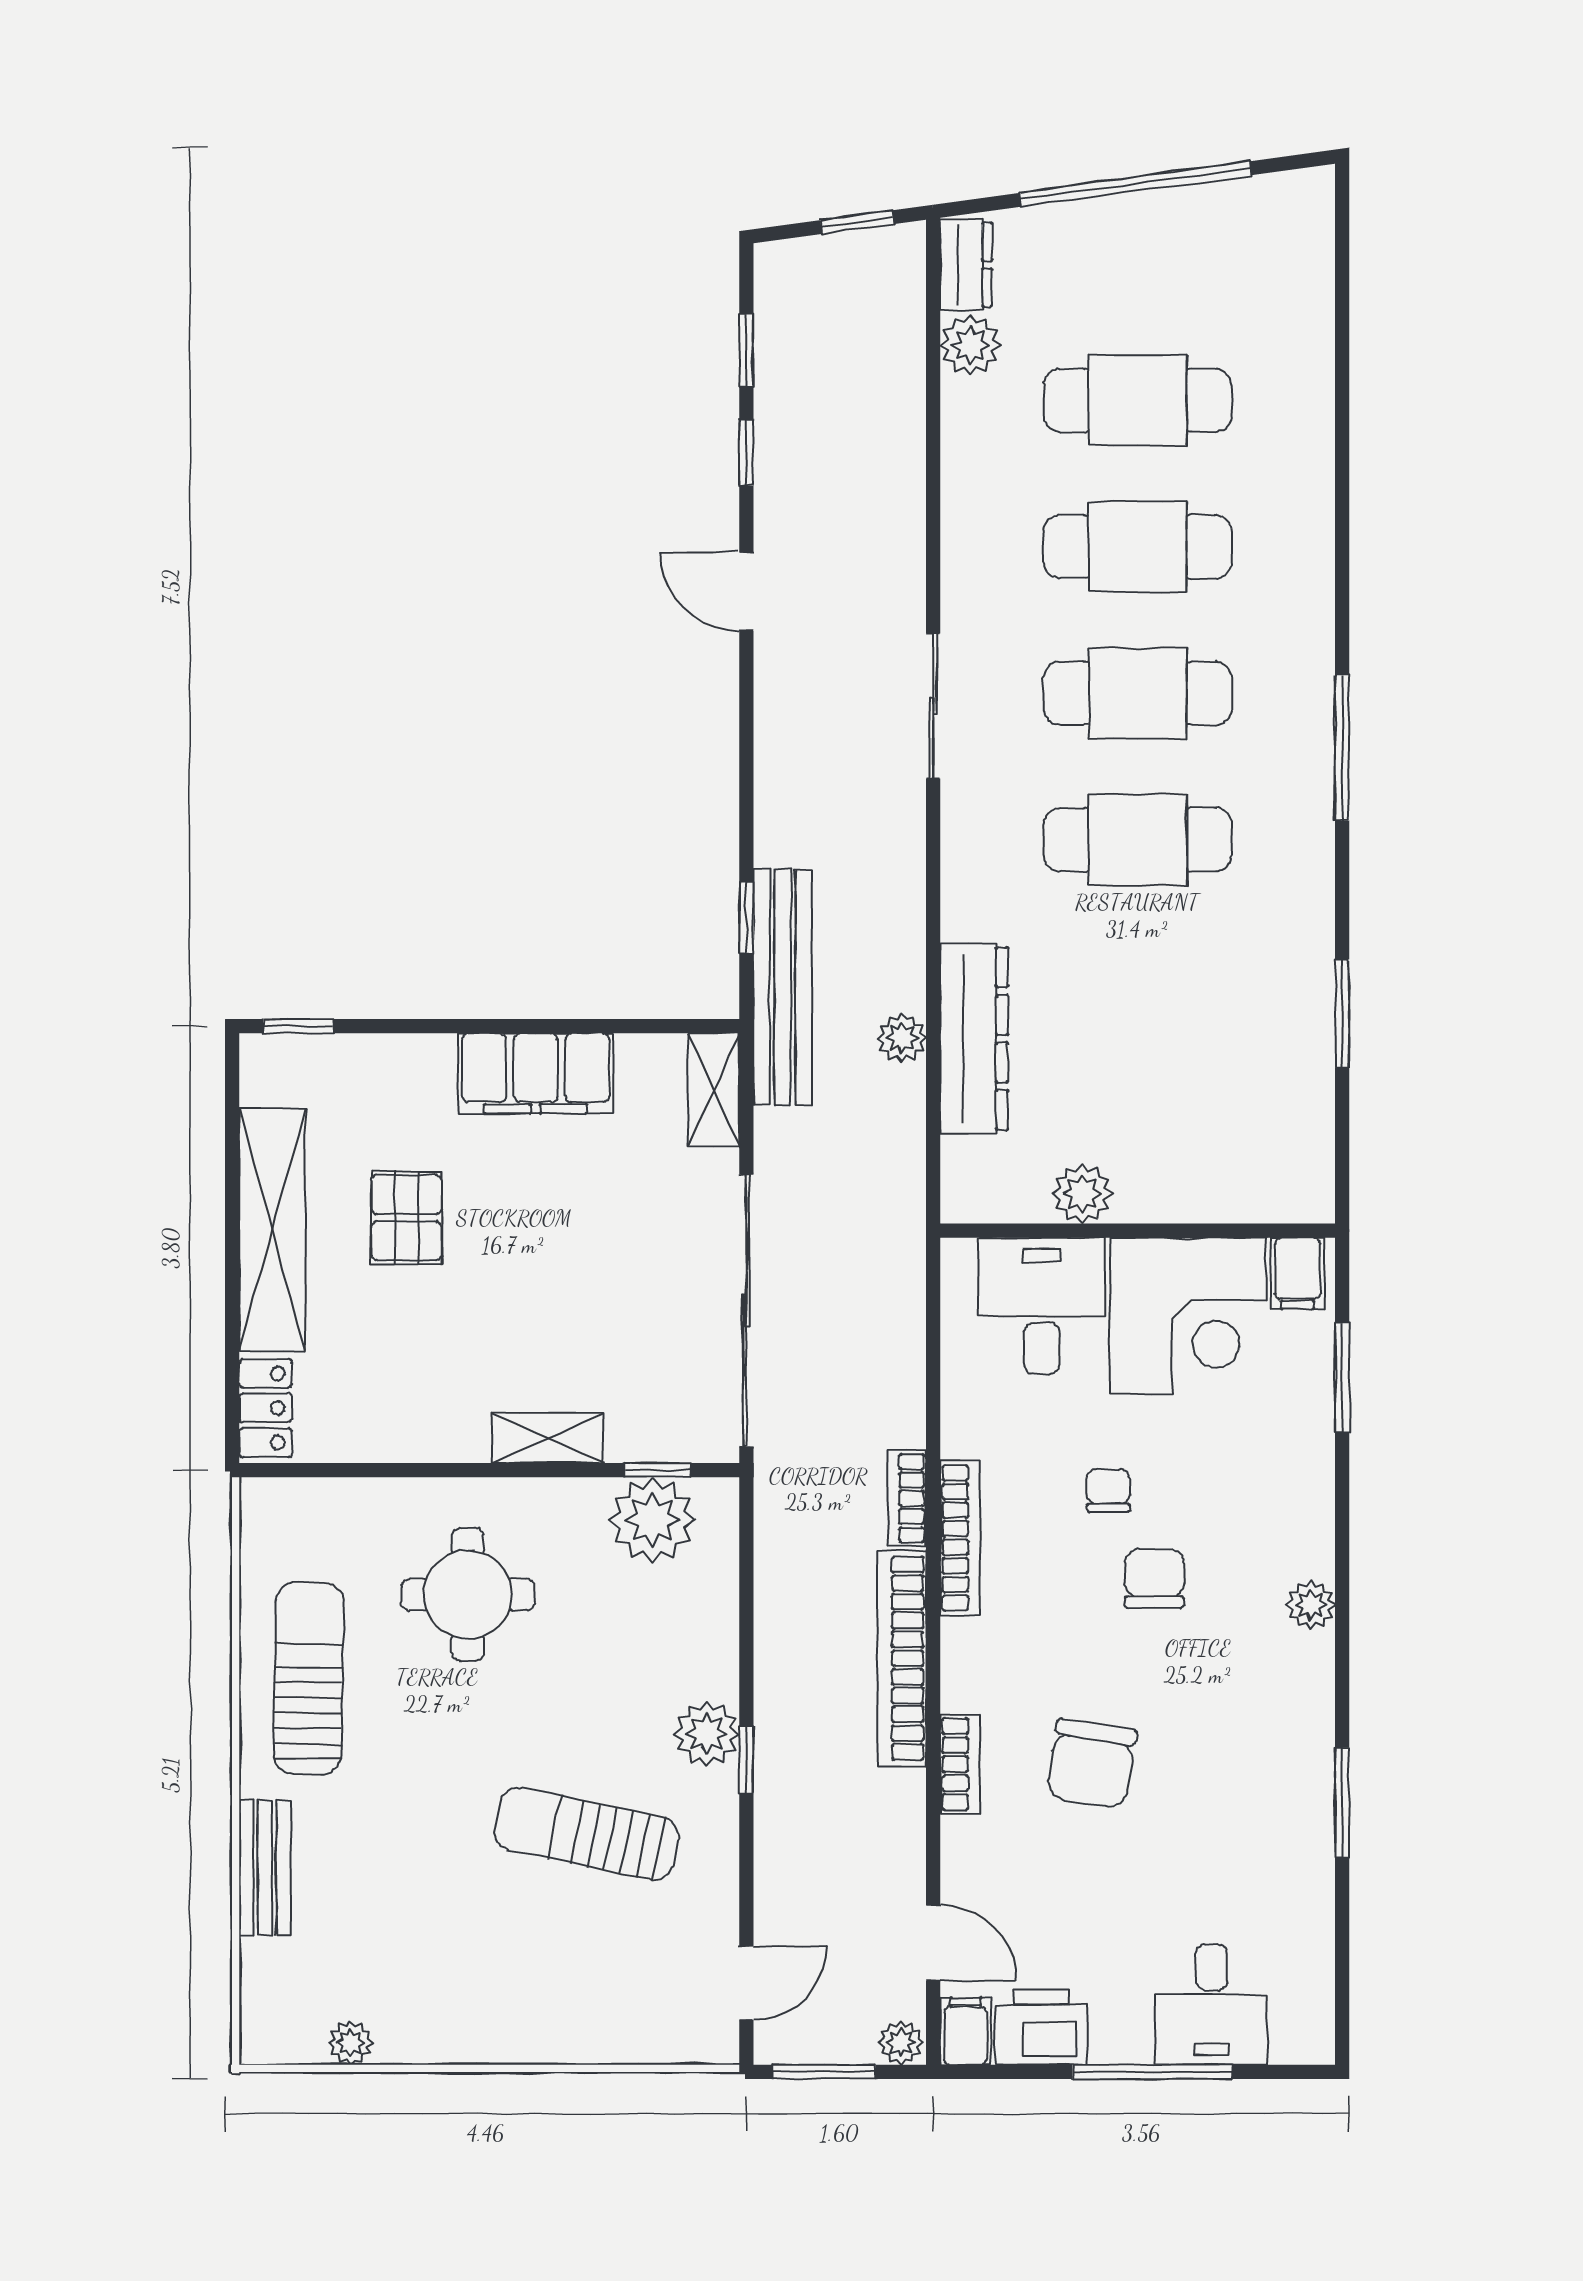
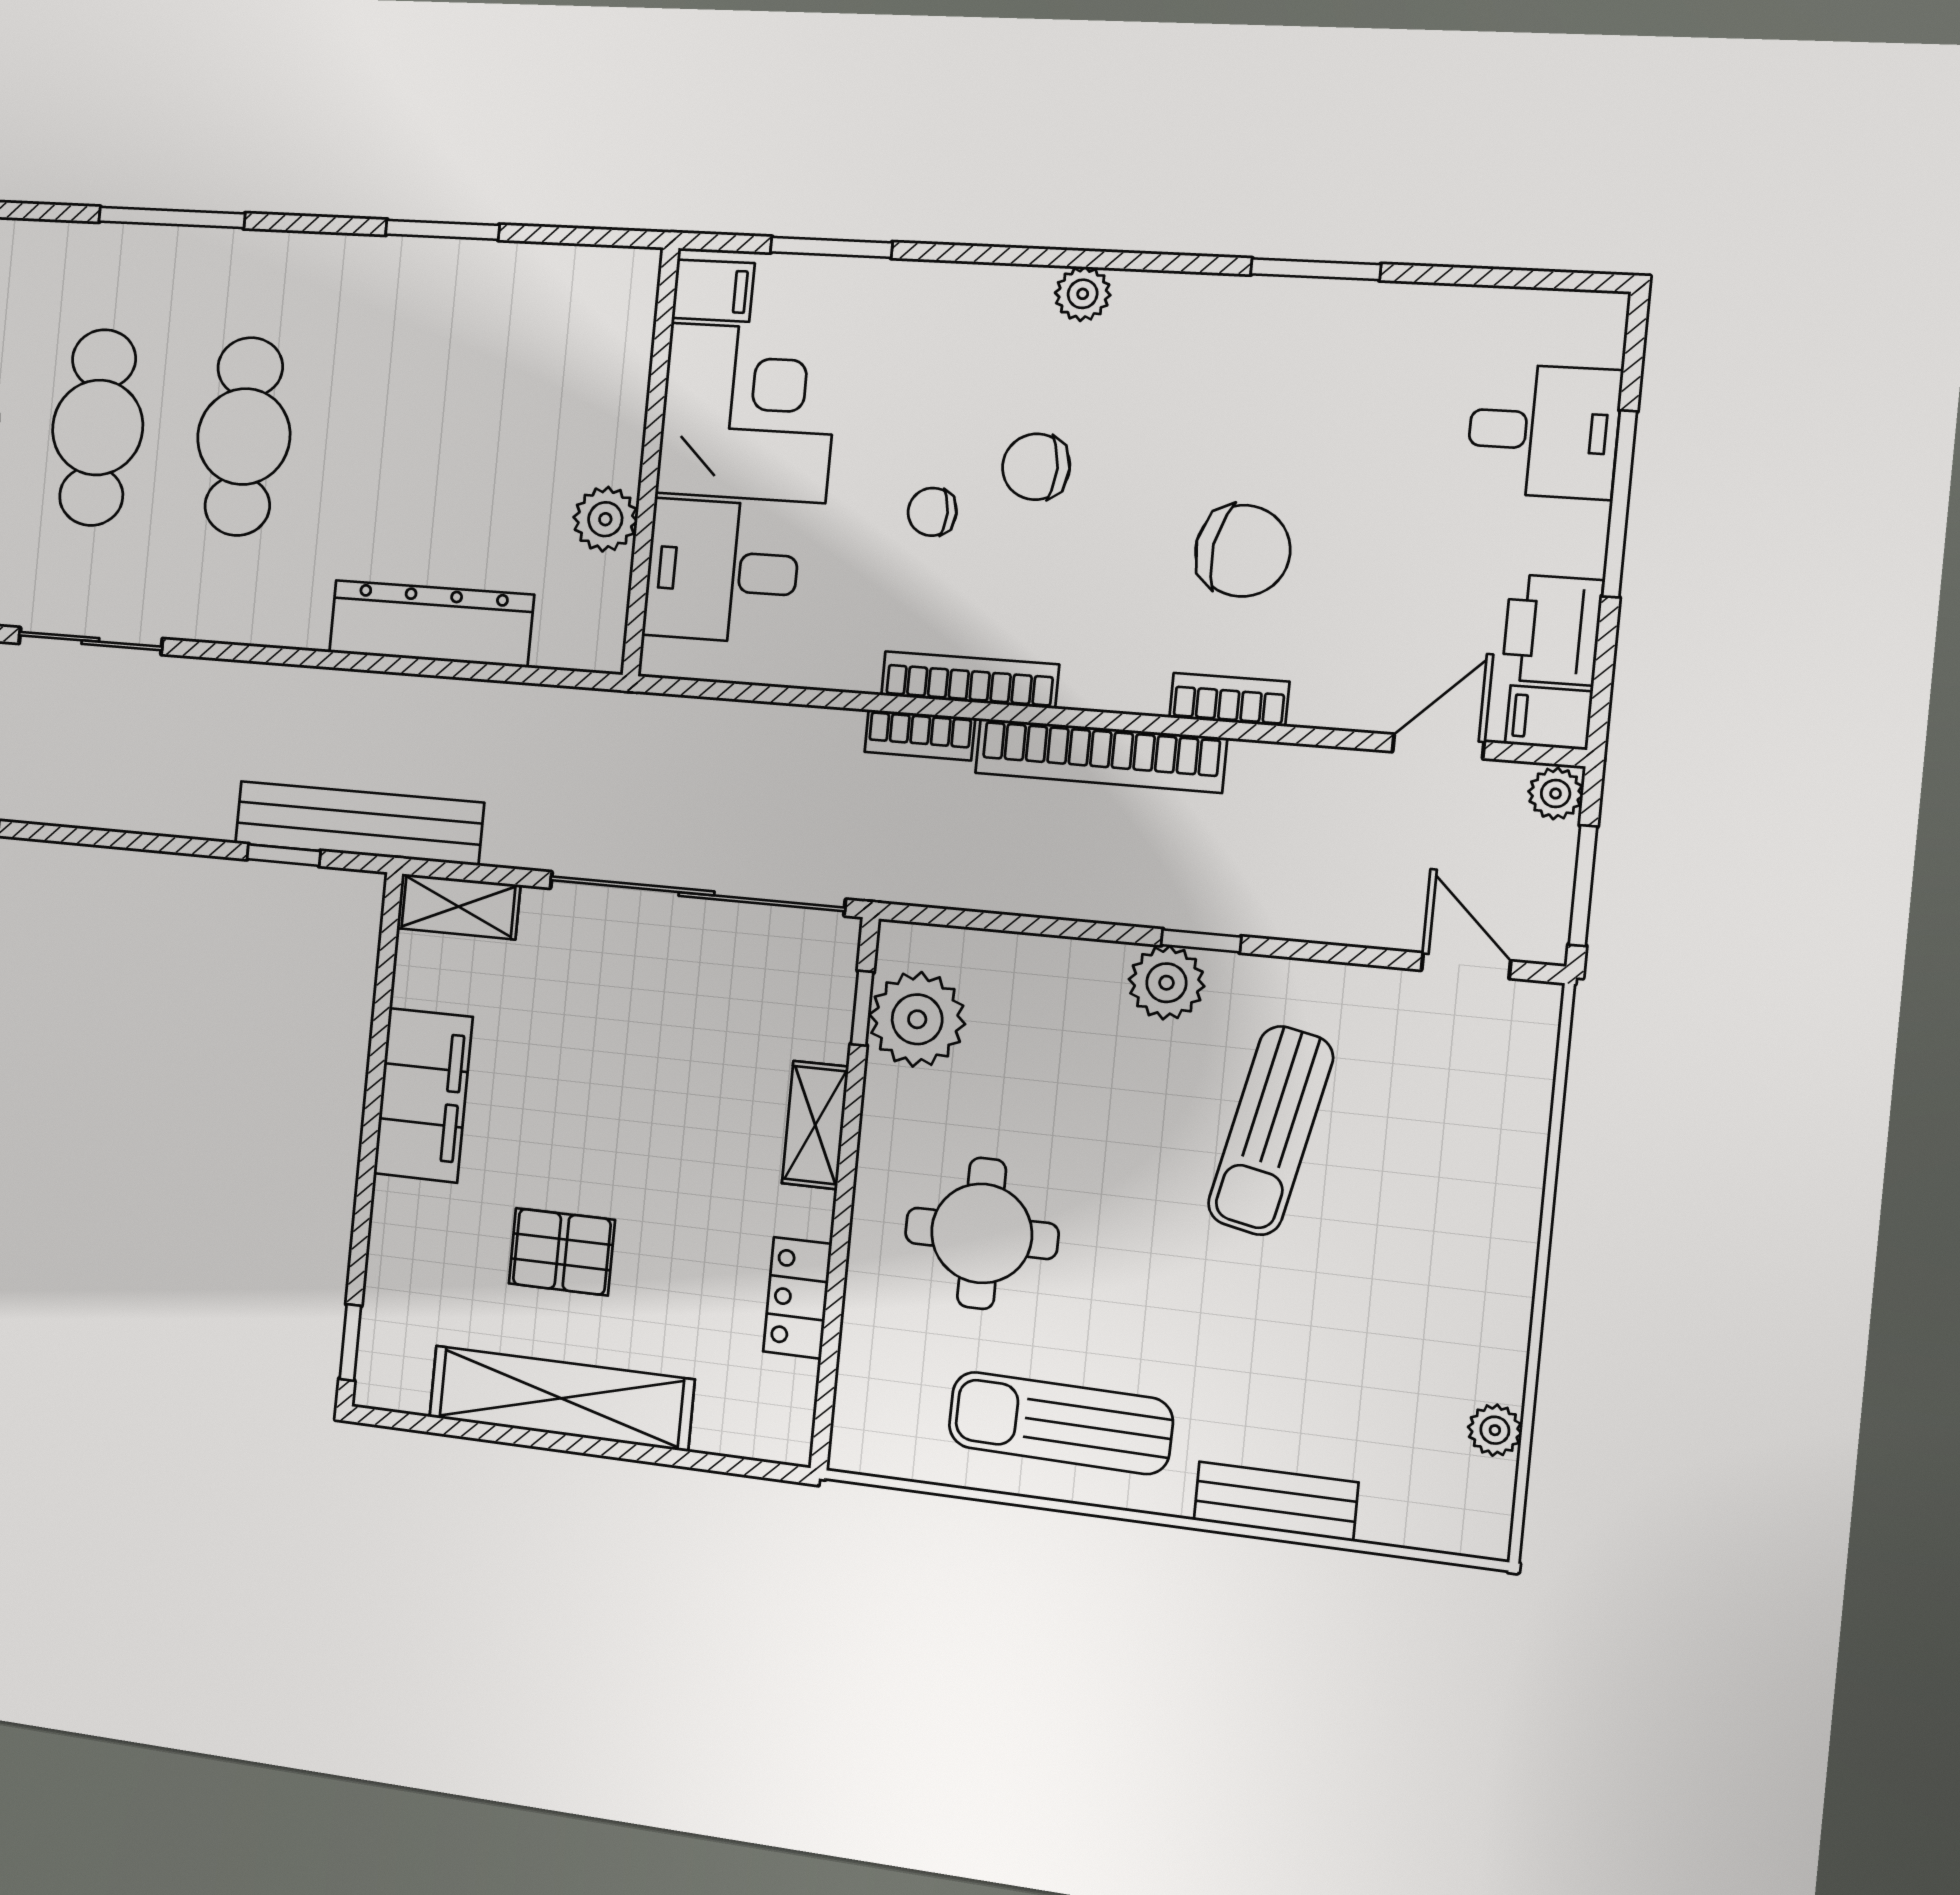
plant: (902, 1038) -> (423, 701), removed
locker: (266, 1408) -> (797, 1298), moved, turned -90

